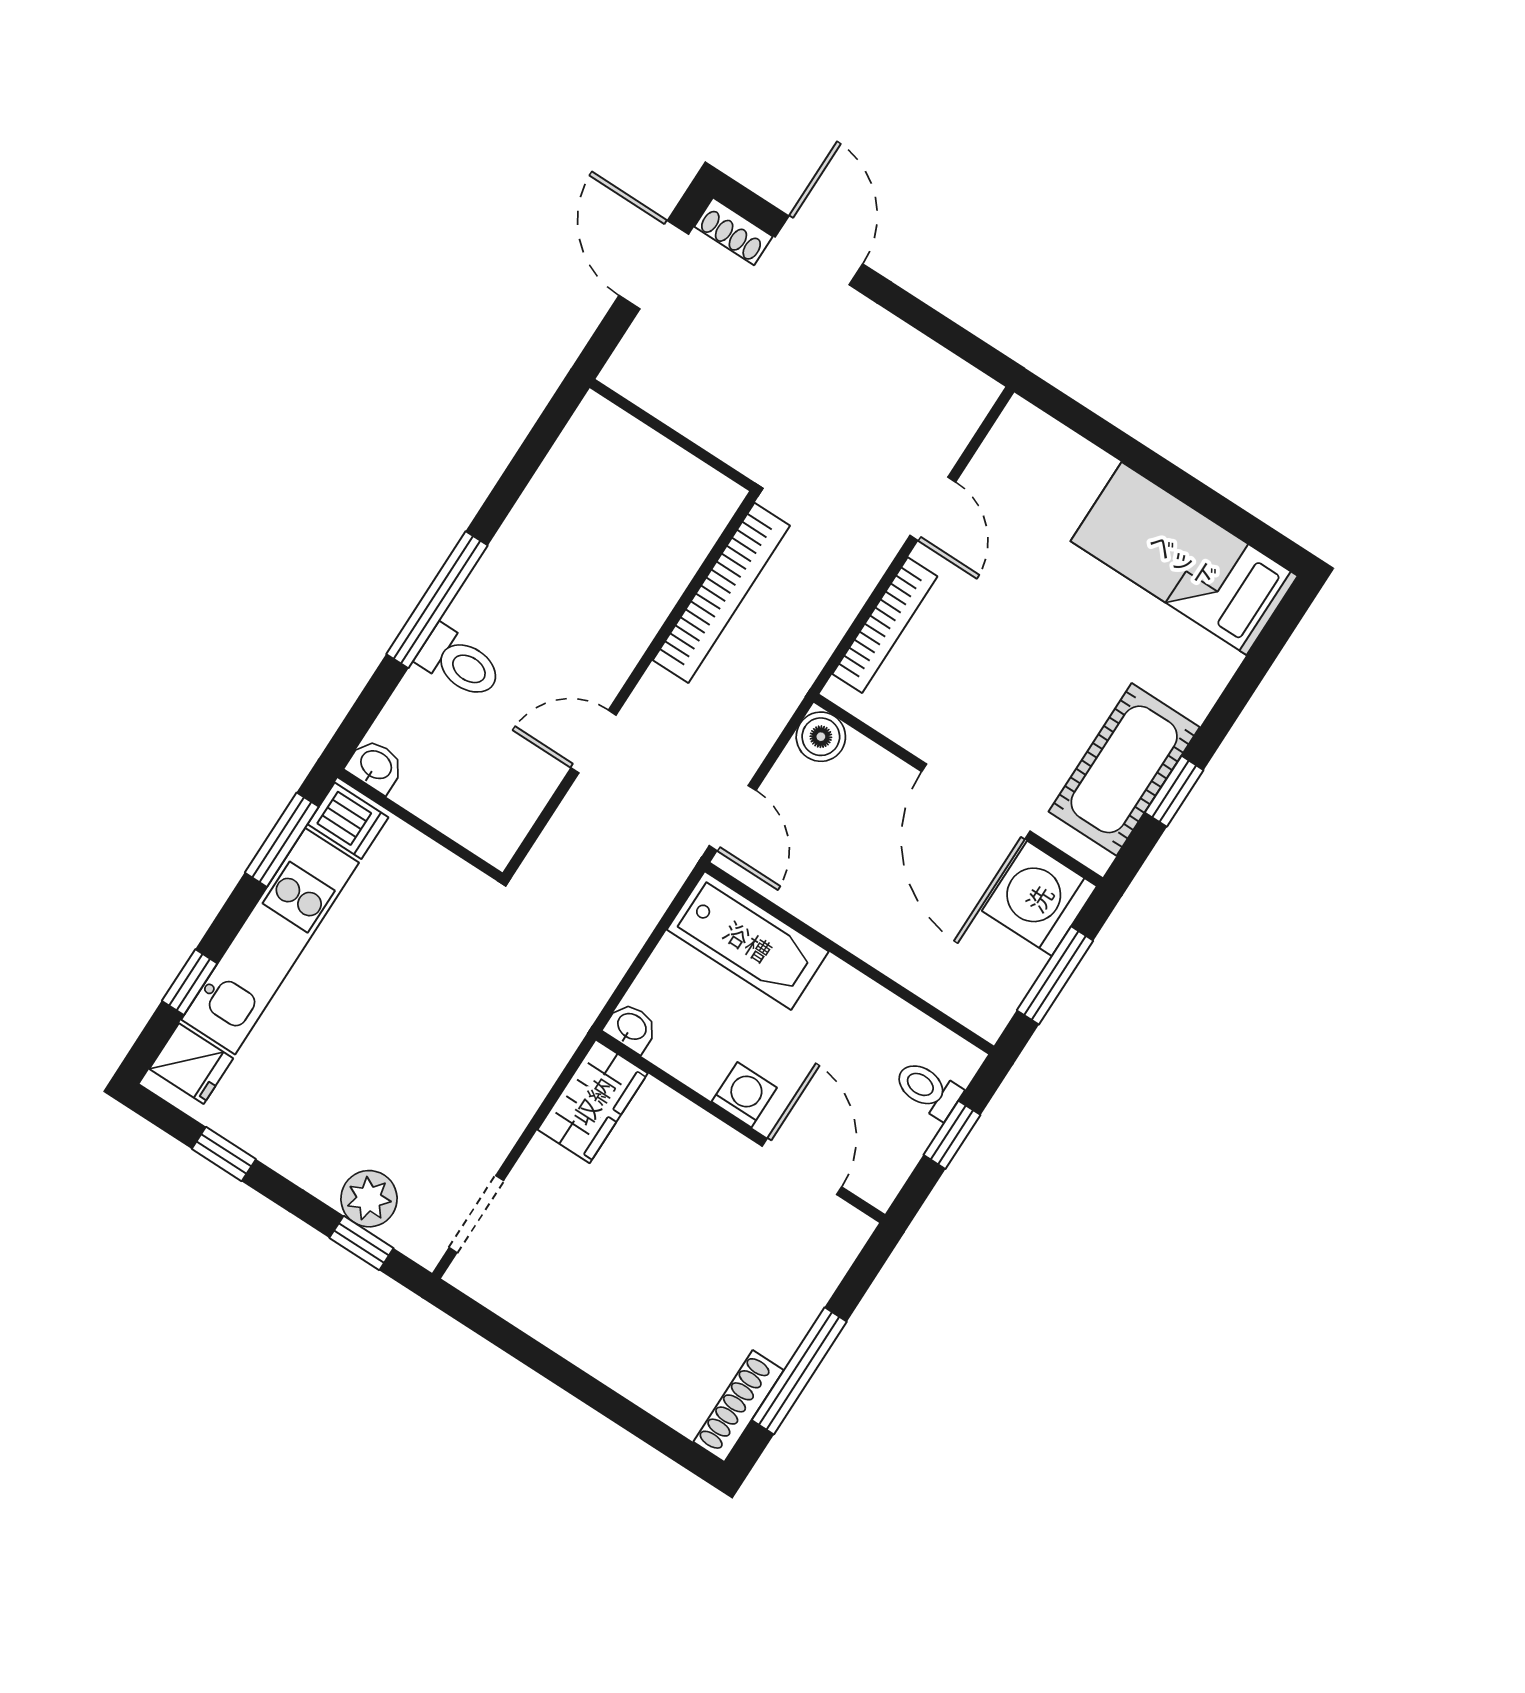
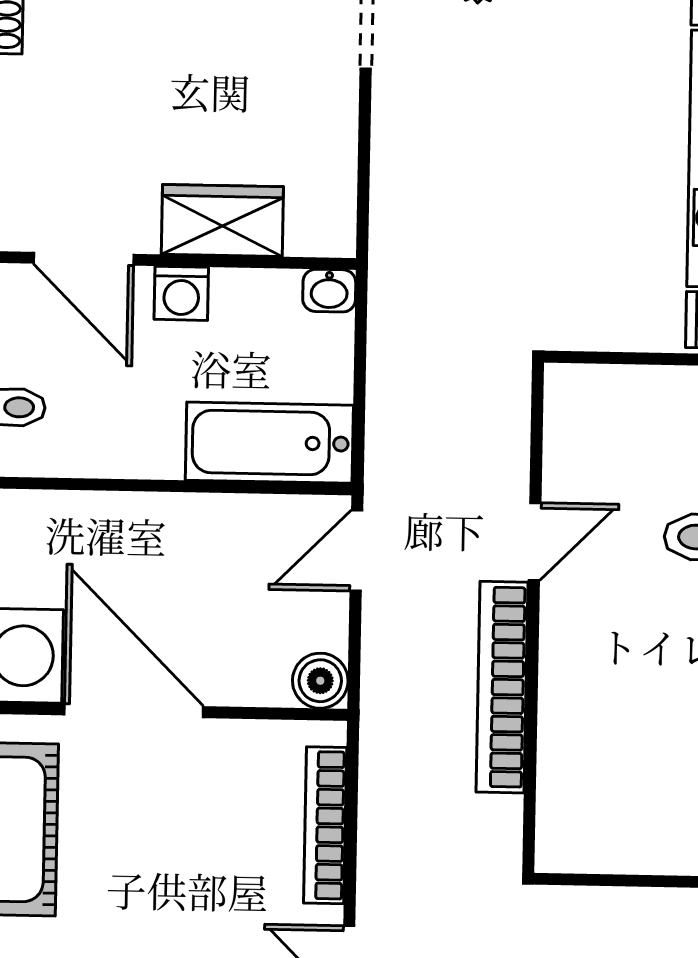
bookcase: (721, 593) -> (502, 687), moved
door: (733, 818) -> (356, 551), hinge flipped
wardrobe: (593, 1101) -> (222, 220), moved, turned 90

